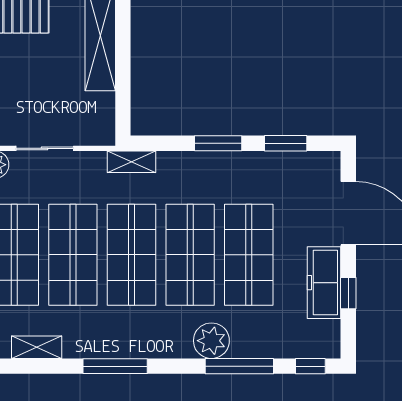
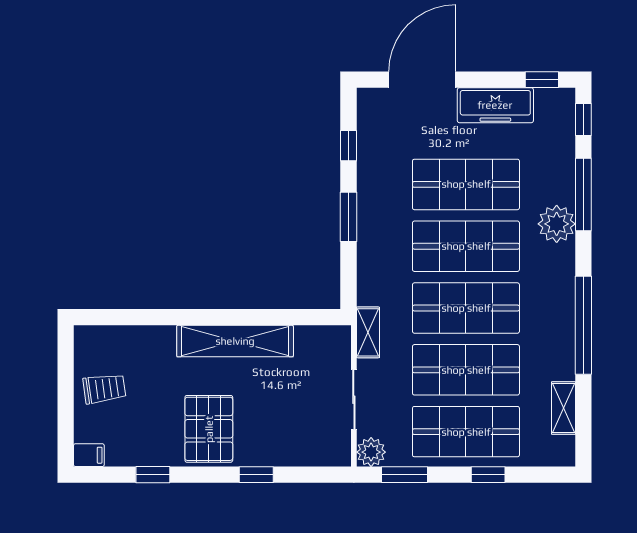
window: (286, 143) -> (348, 146), width x0.67
shelving: (131, 162) -> (368, 332), moved
window: (348, 293) -> (542, 80), moved
window: (115, 366) -> (583, 325), width x1.46

